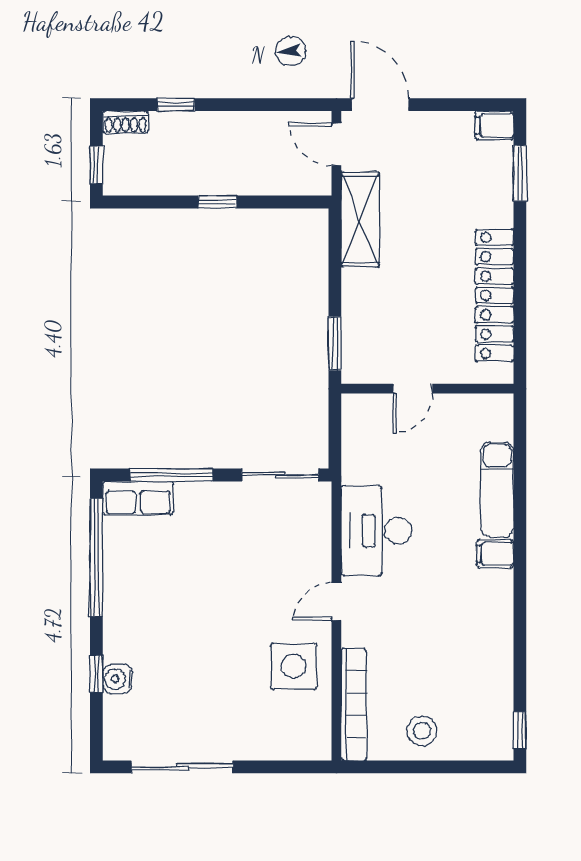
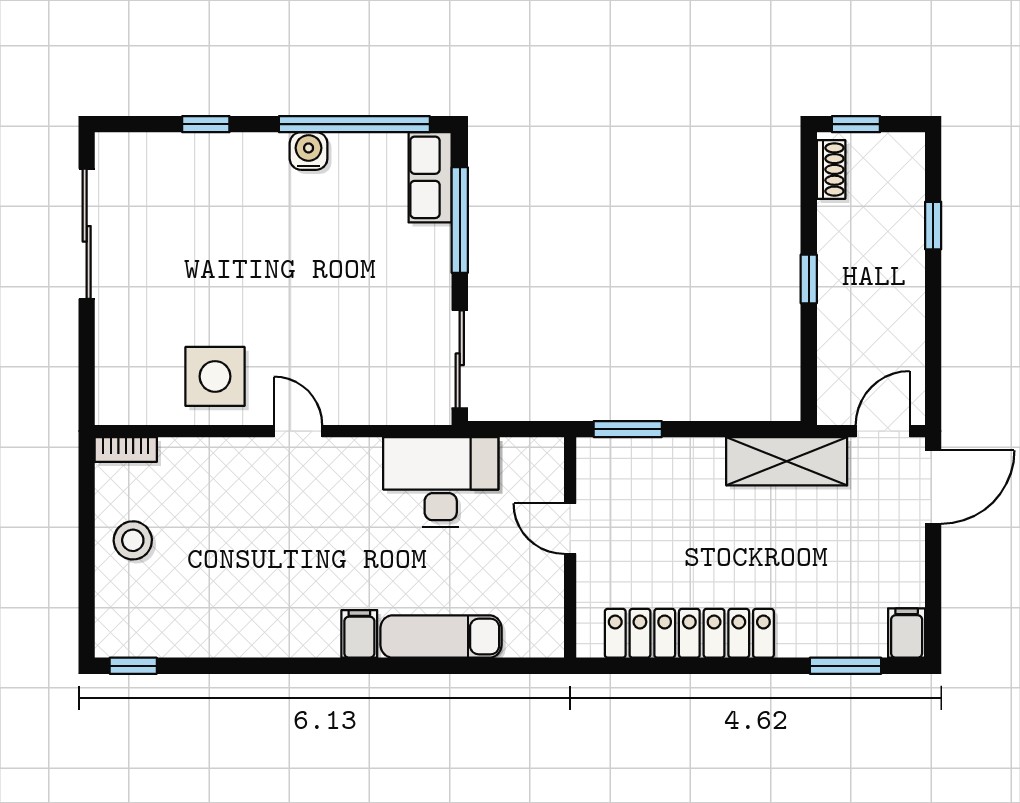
shoe rack: (126, 122) -> (831, 169), moved, turned 180
desk: (376, 531) -> (441, 482), moved
water cooler: (117, 679) -> (309, 151), moved
bookcase: (354, 704) -> (126, 449), width x0.43, depth x0.76

